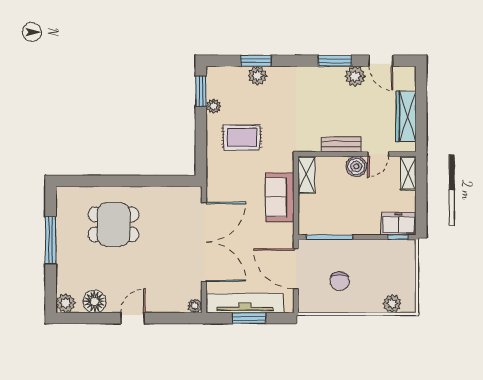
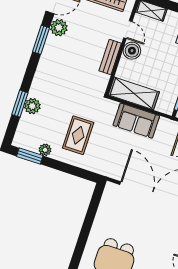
shelving: (306, 175) -> (134, 93), width x1.50, depth x1.33

